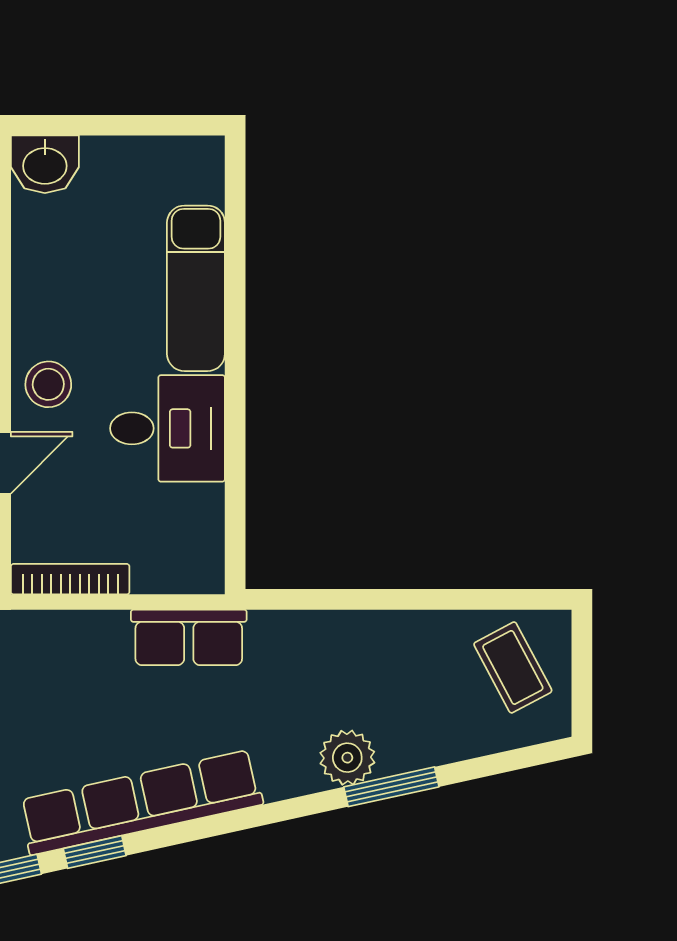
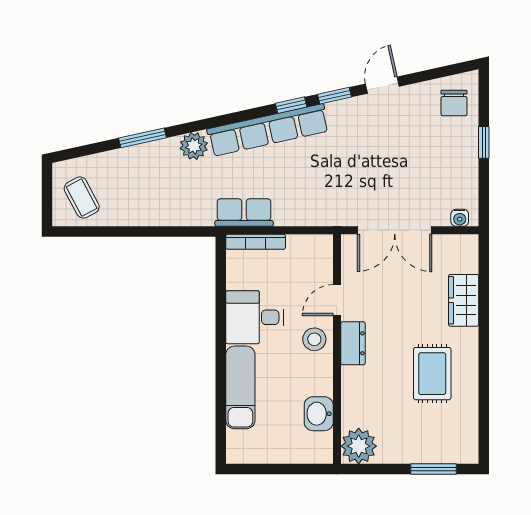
washbasin: (45, 164) -> (319, 414), moved, turned -90
bookcase: (70, 579) -> (256, 242), moved
plant: (347, 758) -> (194, 146), moved

